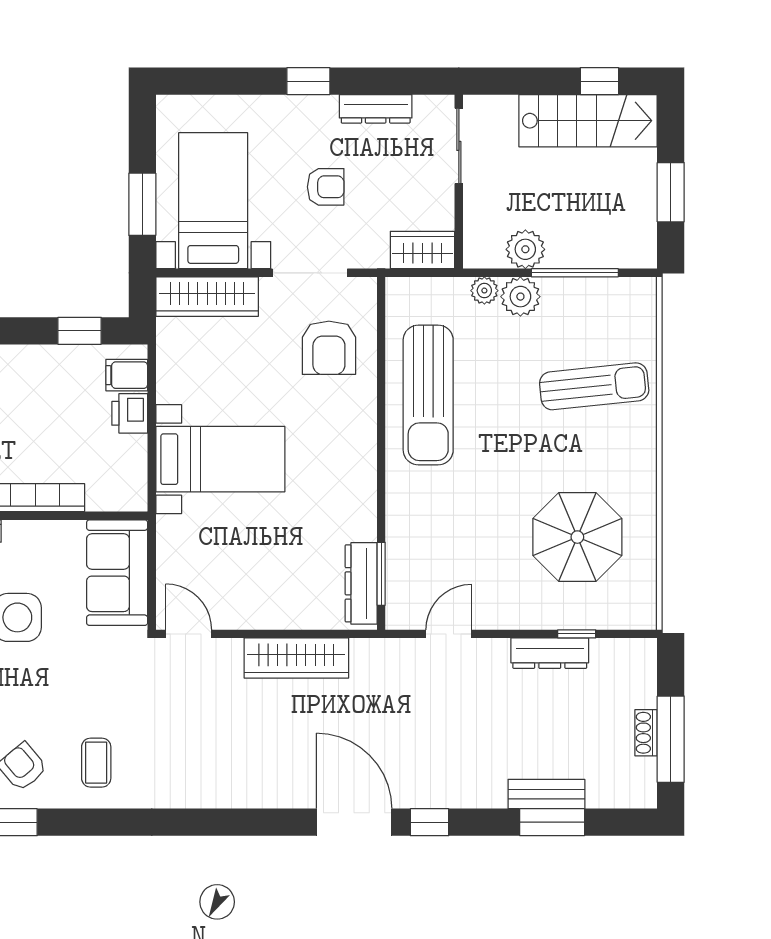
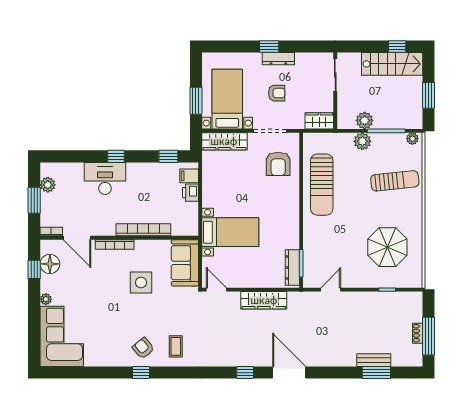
dresser: (376, 109) -> (278, 59), moved
plant: (484, 291) -> (412, 139), moved
bed with nightstands: (220, 459) -> (230, 232), moved
dresser: (550, 653) -> (375, 298), removed
window: (430, 822) -> (245, 373), moved

